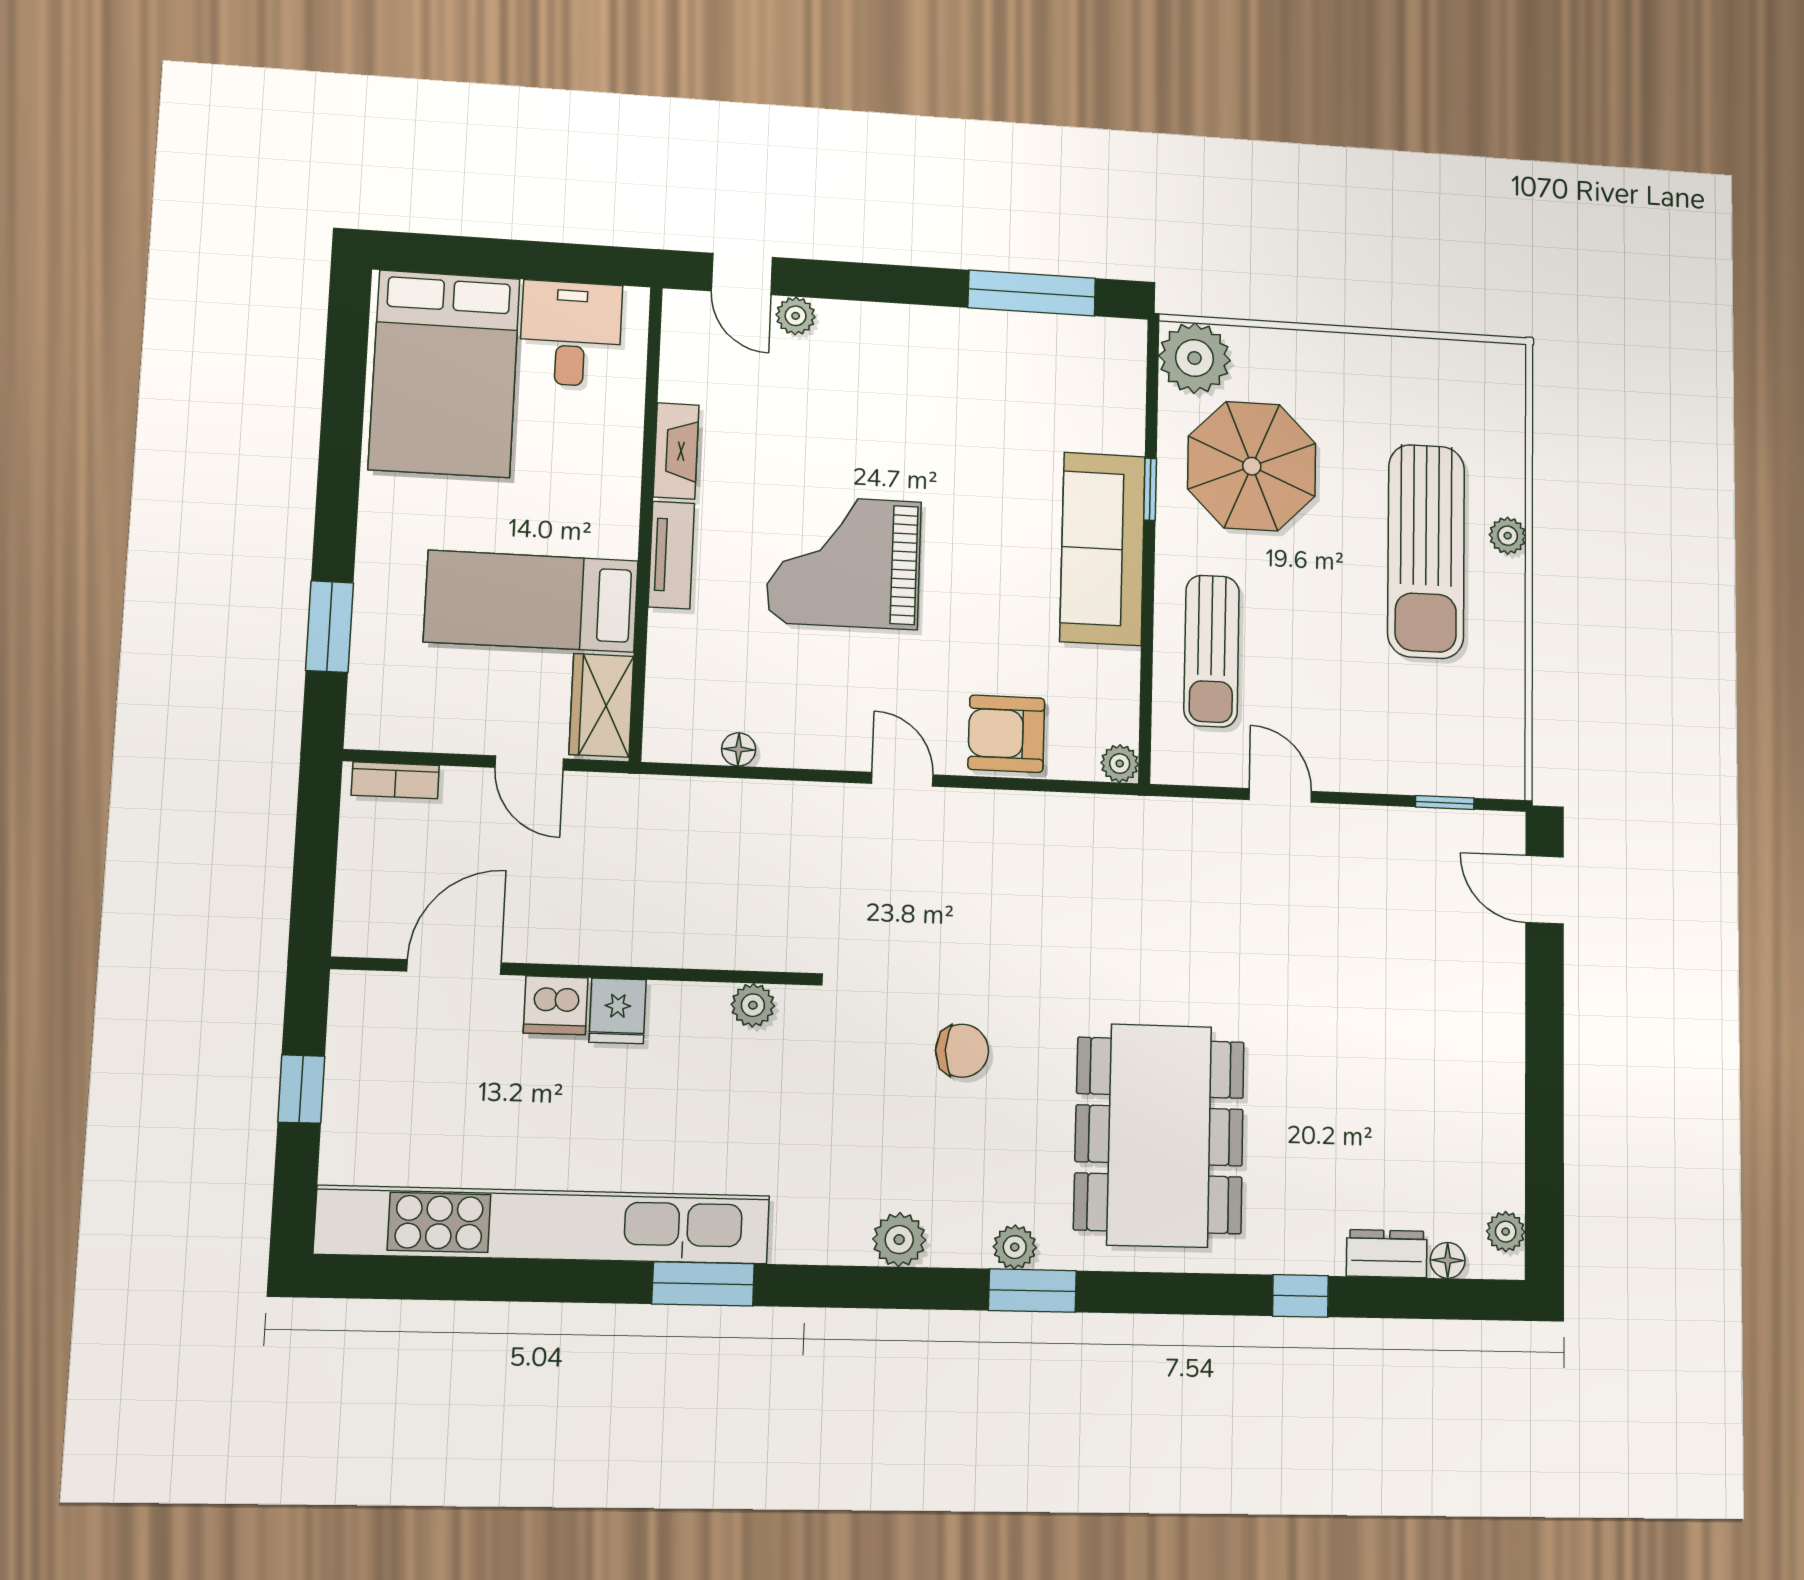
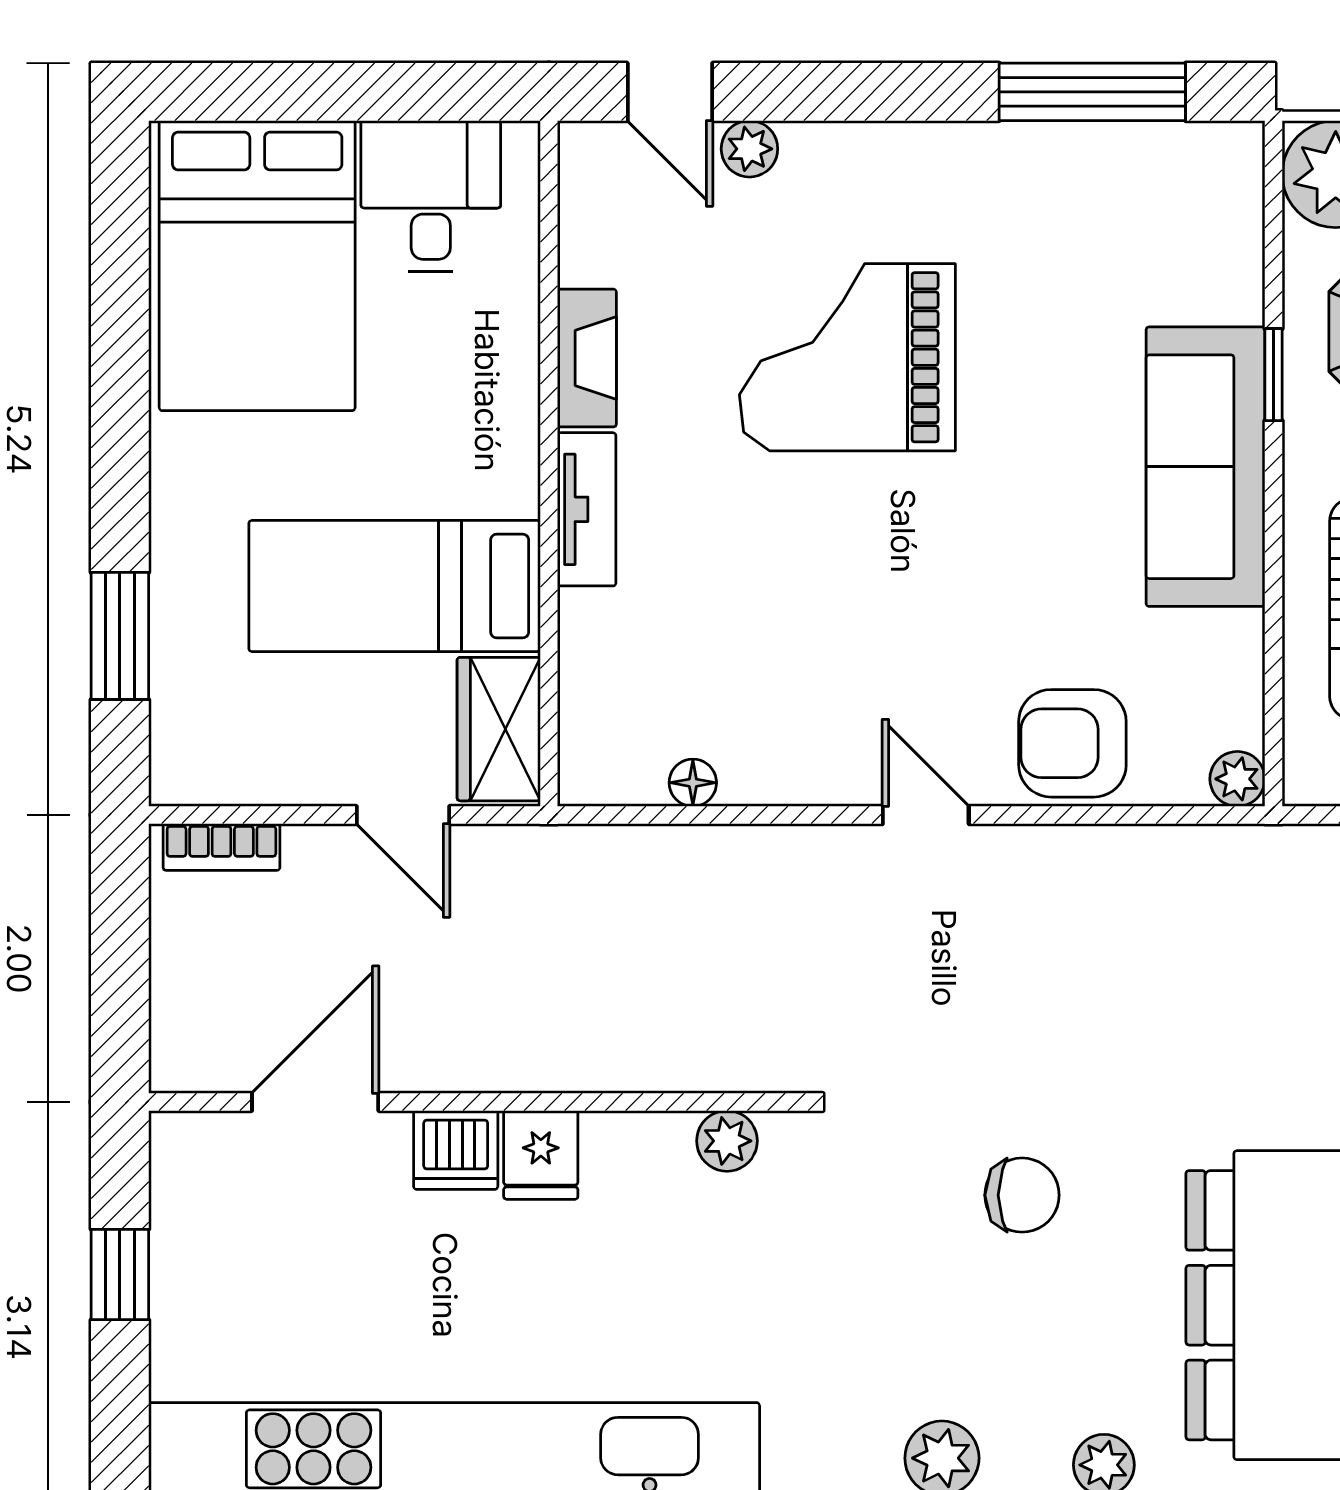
grand piano: (844, 562) -> (847, 357), moved

